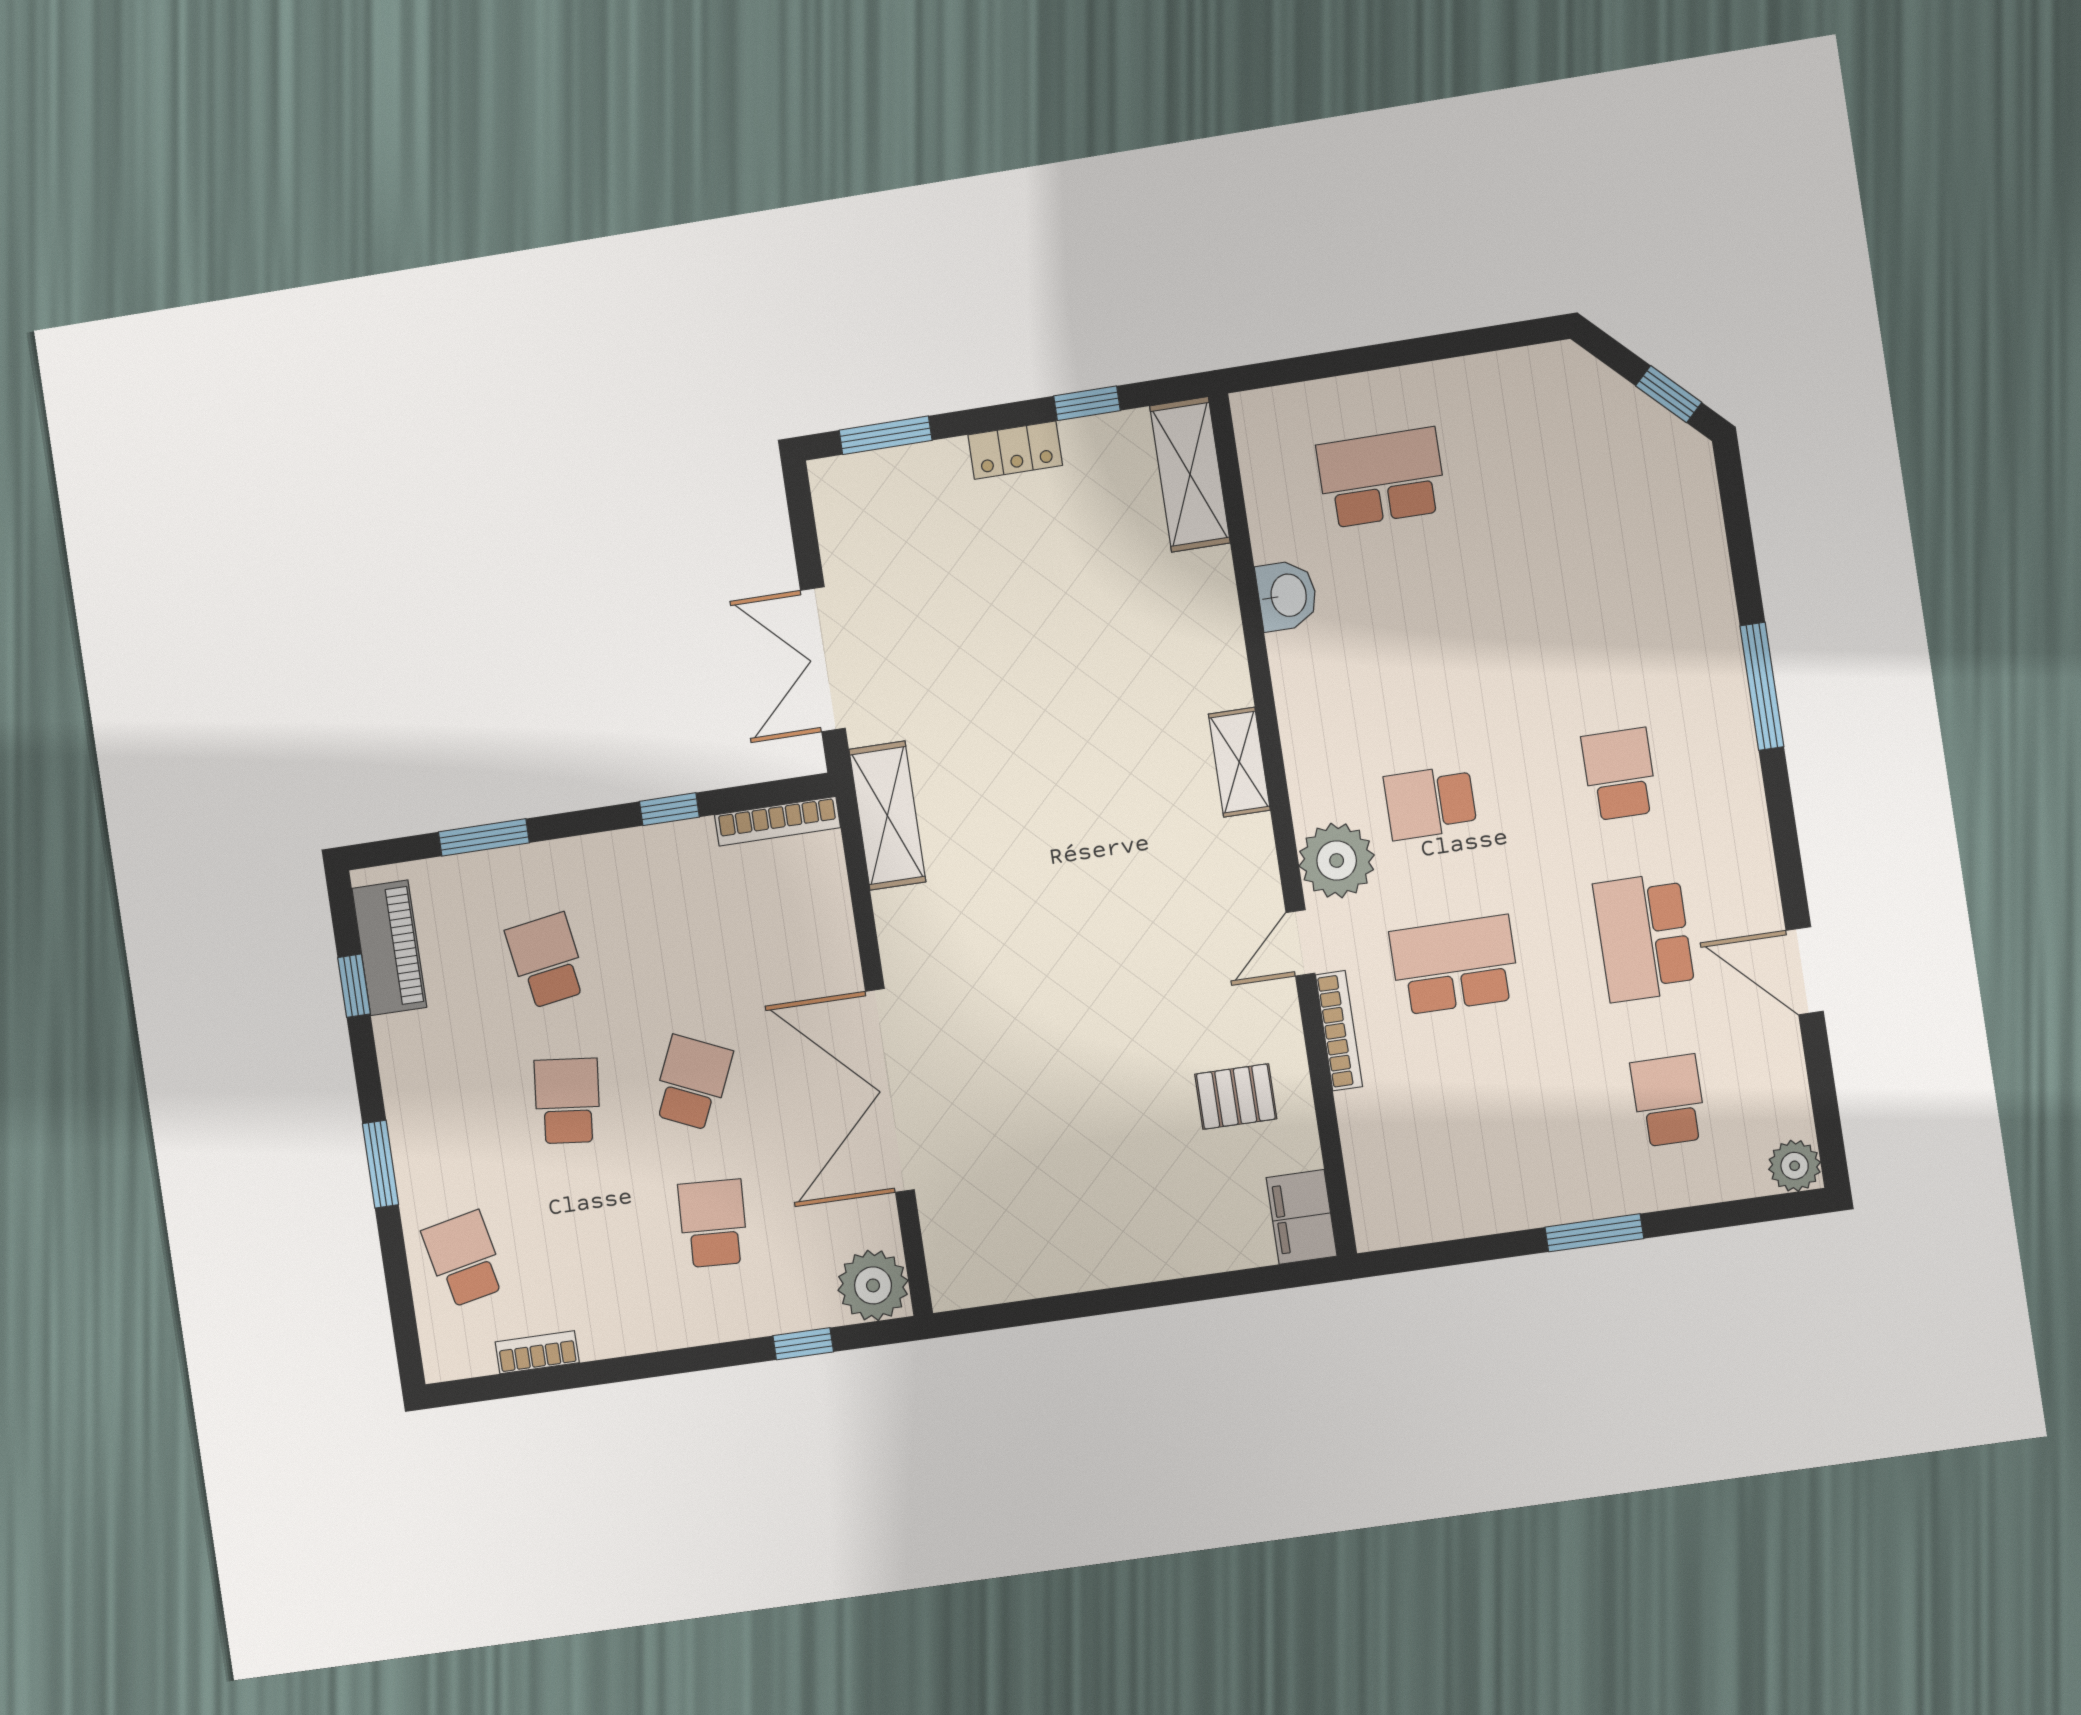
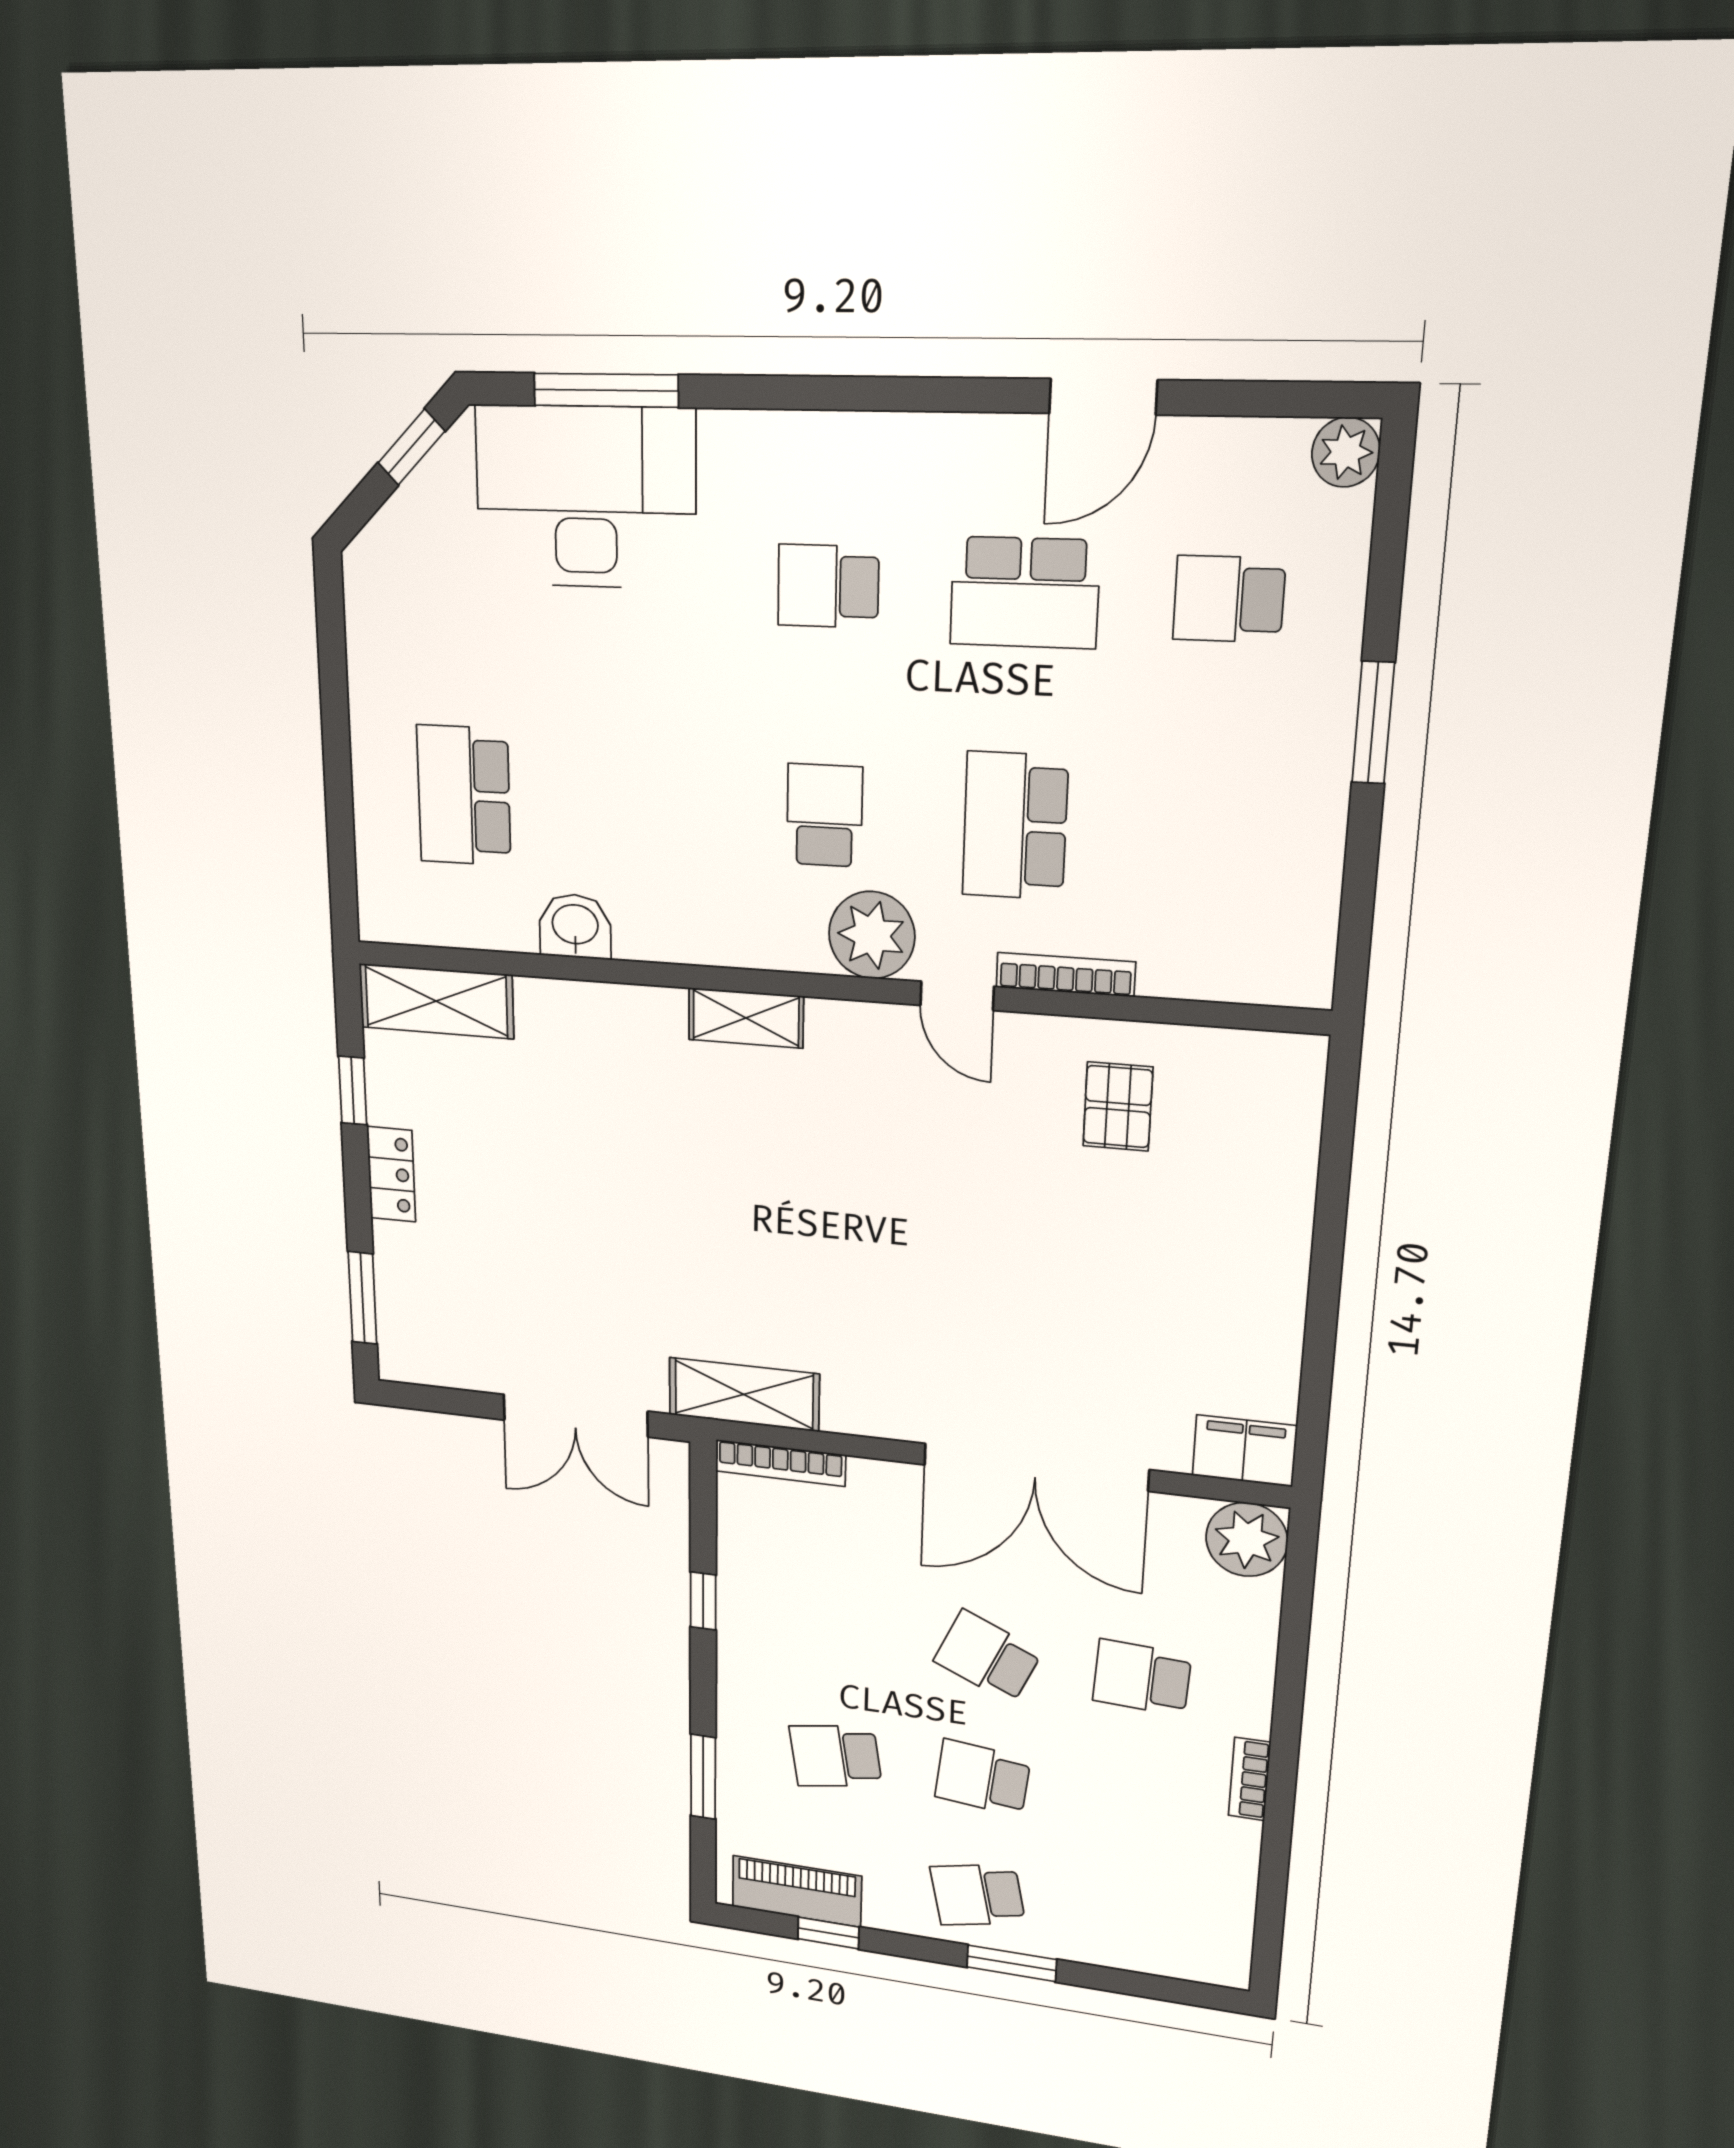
desk: (1654, 554) -> (585, 497), added
window: (1762, 686) -> (606, 390), moved
school desk: (1430, 802) -> (824, 815), turned 180
bookcase: (777, 821) -> (780, 1463), moved, turned 90
filing cabinet: (1302, 1217) -> (1245, 1451), moved, turned 180
school desk: (464, 1259) -> (978, 1895), moved
window: (803, 1344) -> (1295, 1626), removed
bookcase: (537, 1352) -> (1249, 1779), moved

